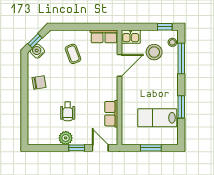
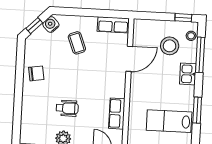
kitchen sink: (131, 37) -> (188, 74), moved, turned 90
water cooler: (37, 51) -> (51, 25), moved
wheelchair: (68, 111) -> (67, 108), turned -90

